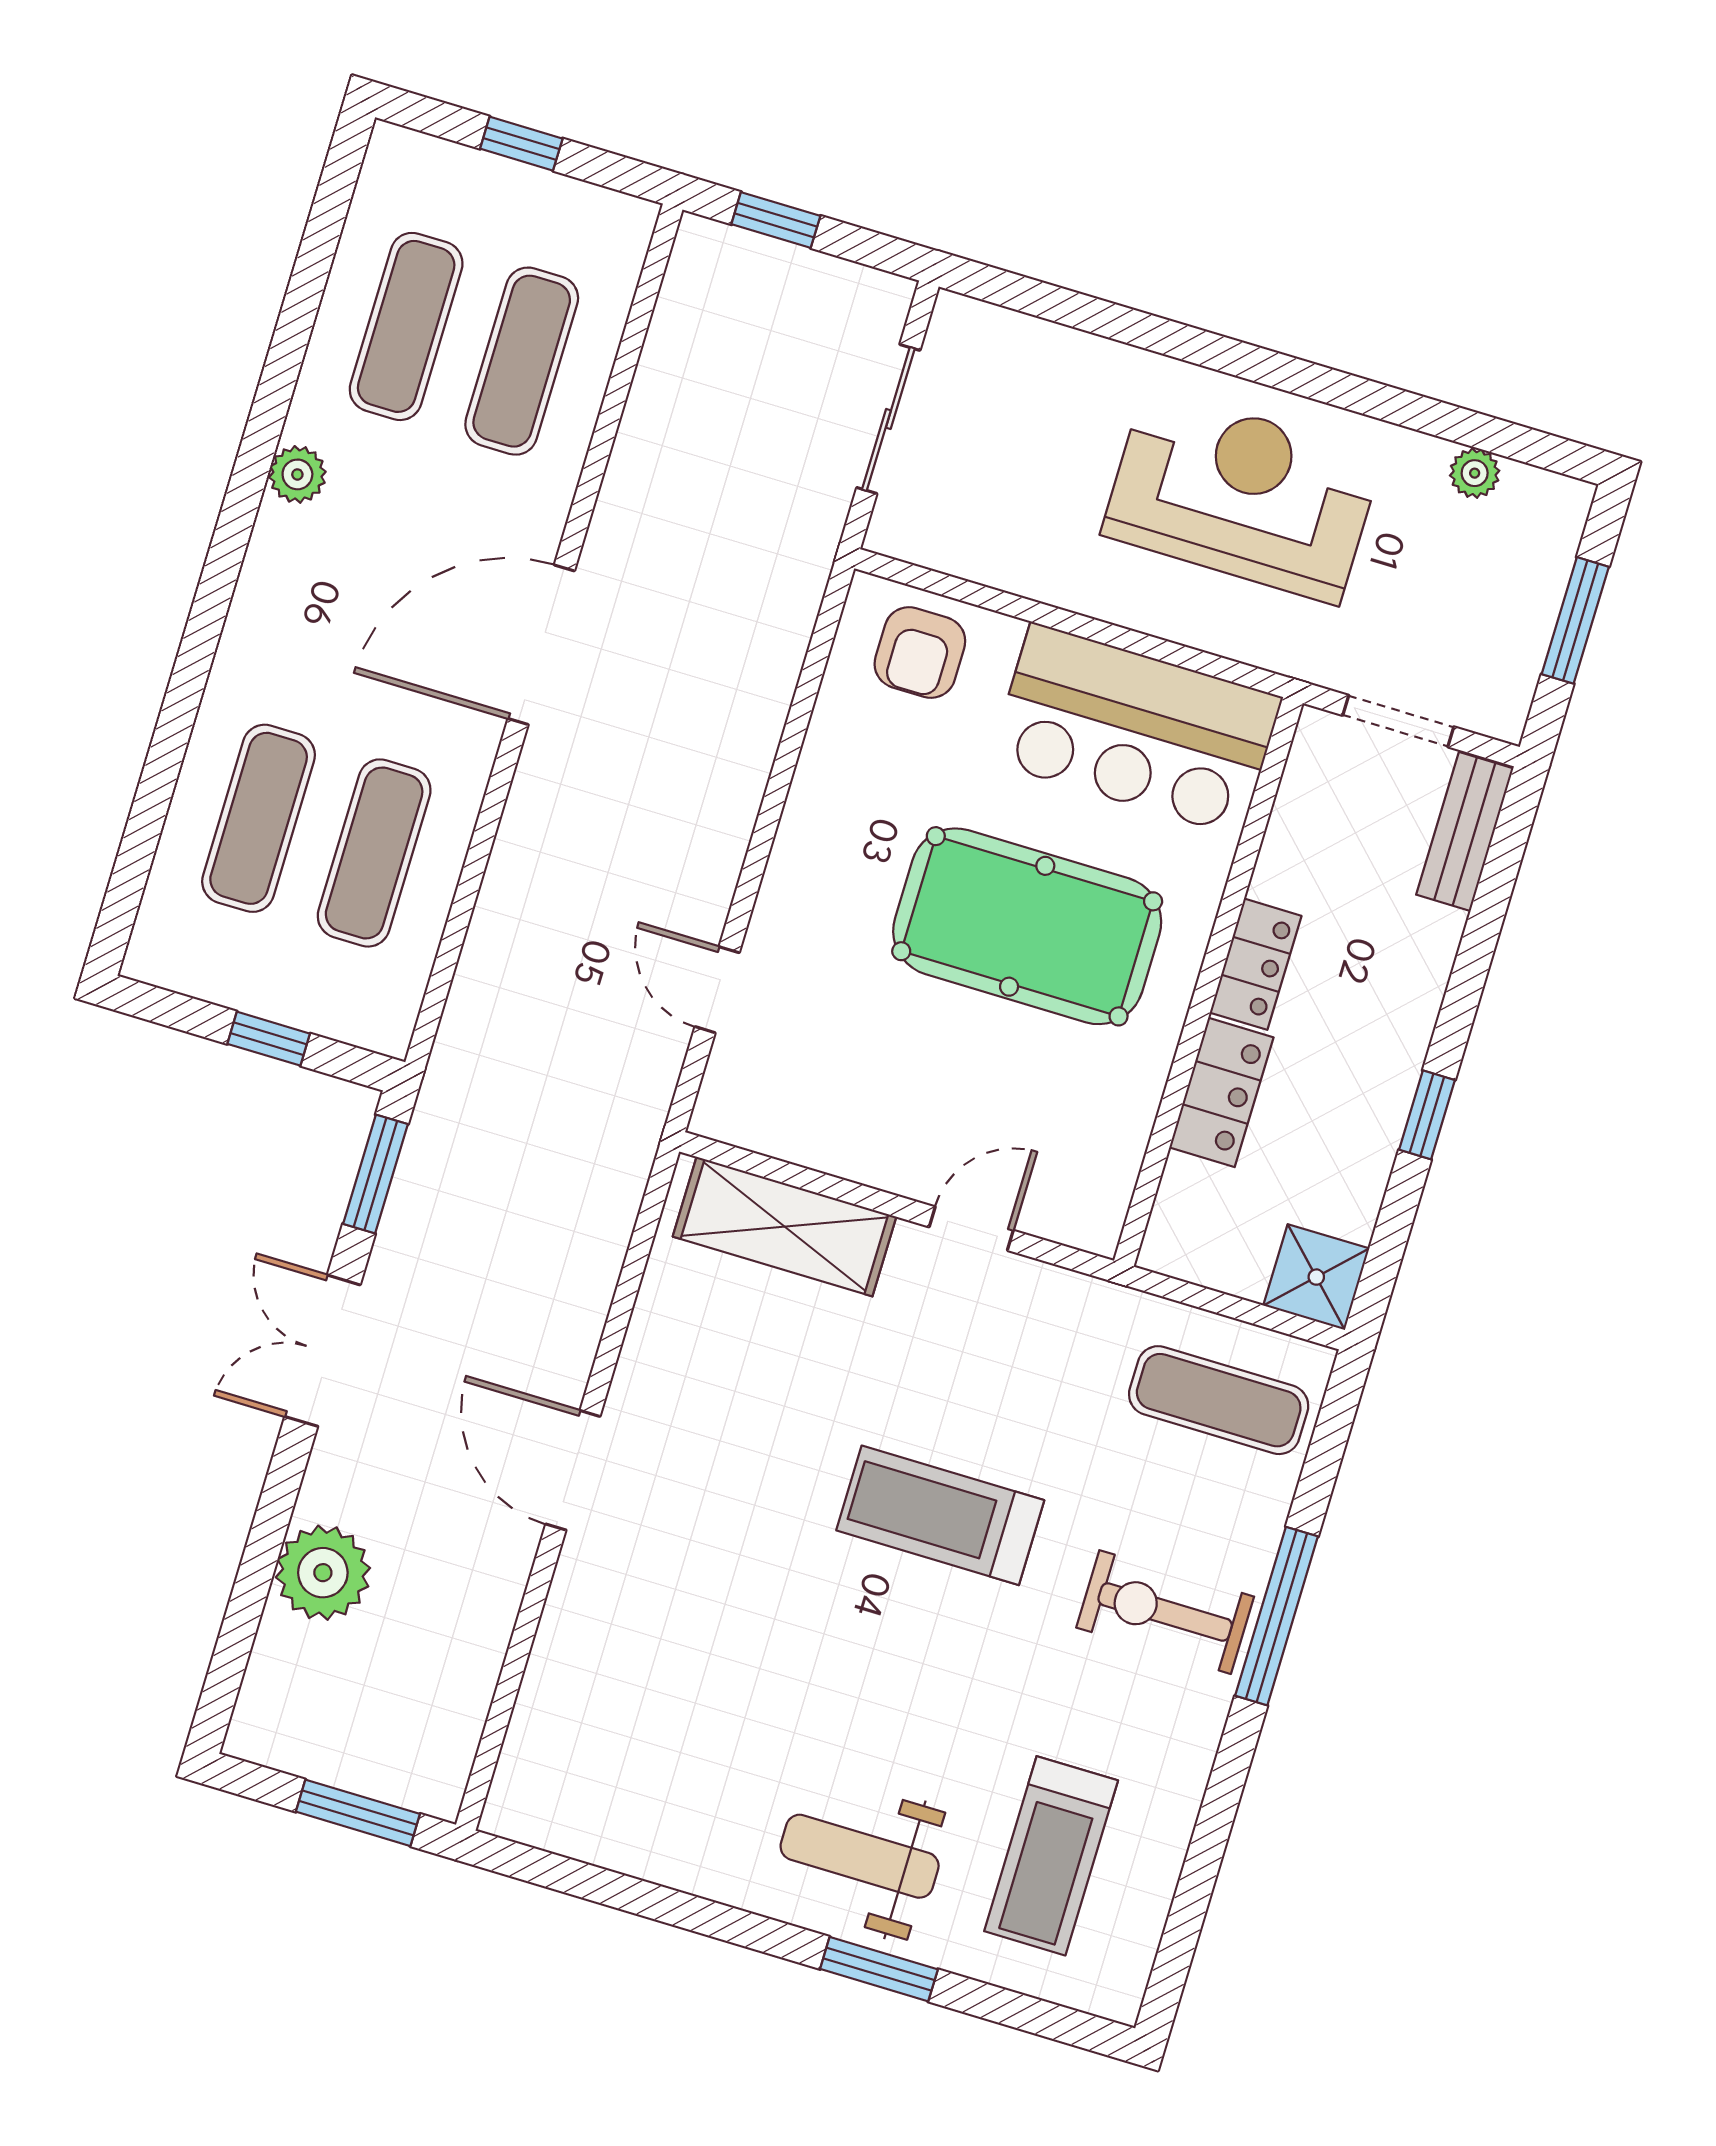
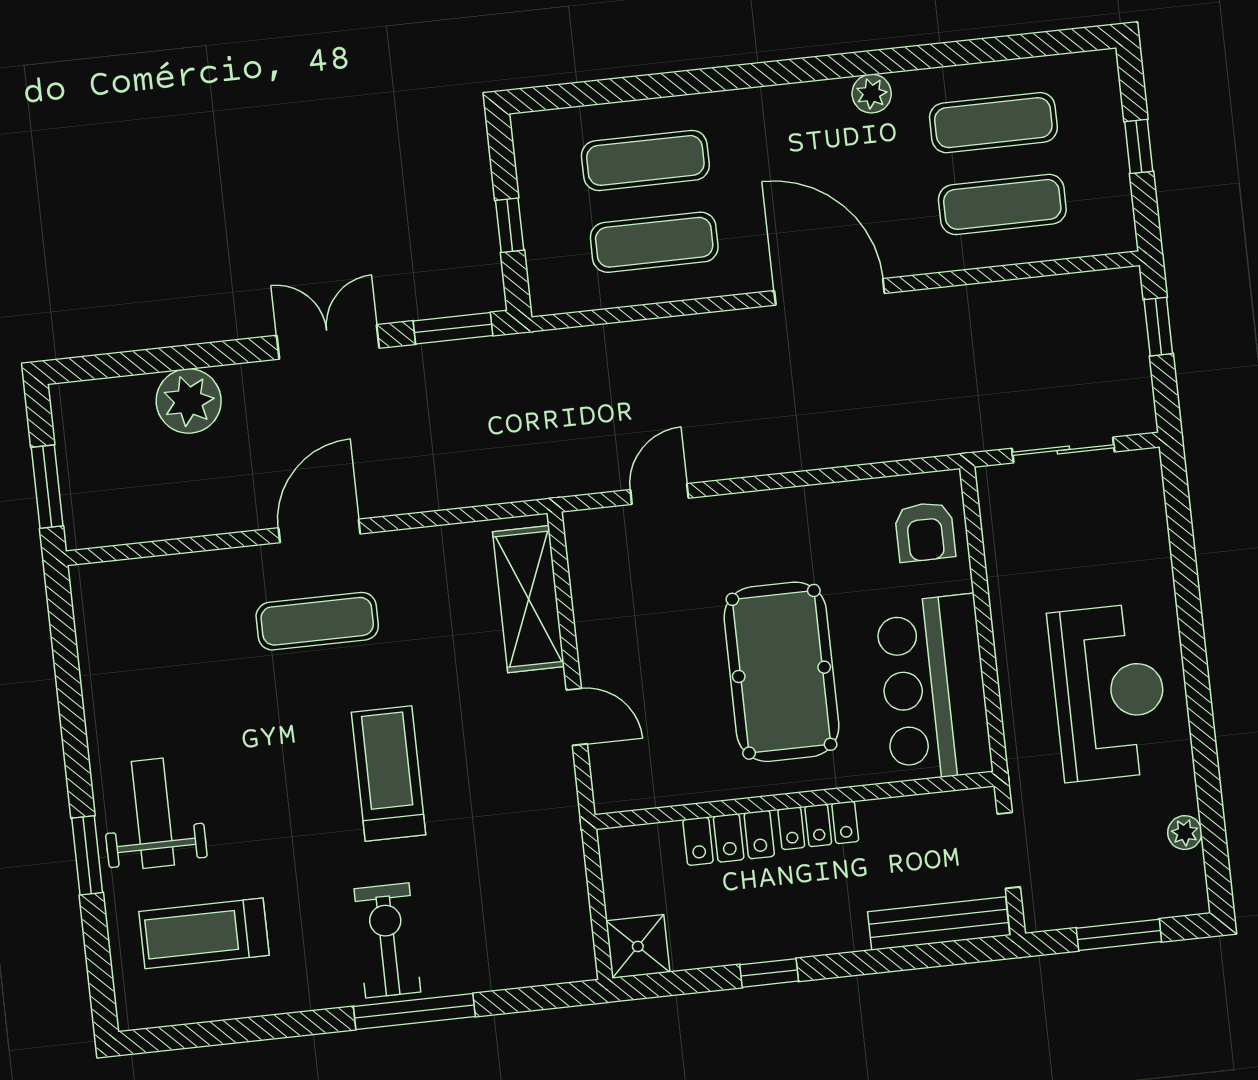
armchair: (920, 653) -> (925, 532), turned -90
bench: (1465, 832) -> (939, 923), width x1.36
exercise mat: (1219, 1400) -> (317, 621), moved, turned 90

